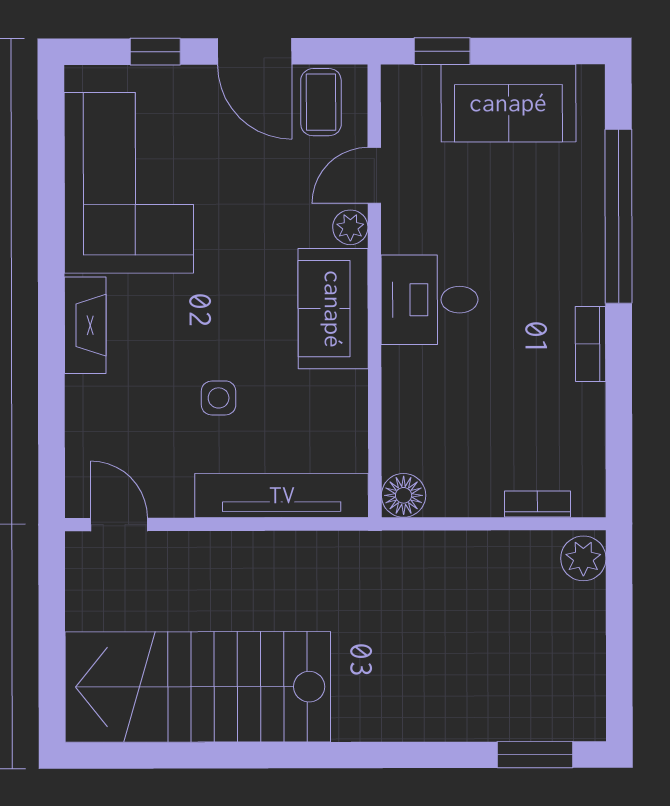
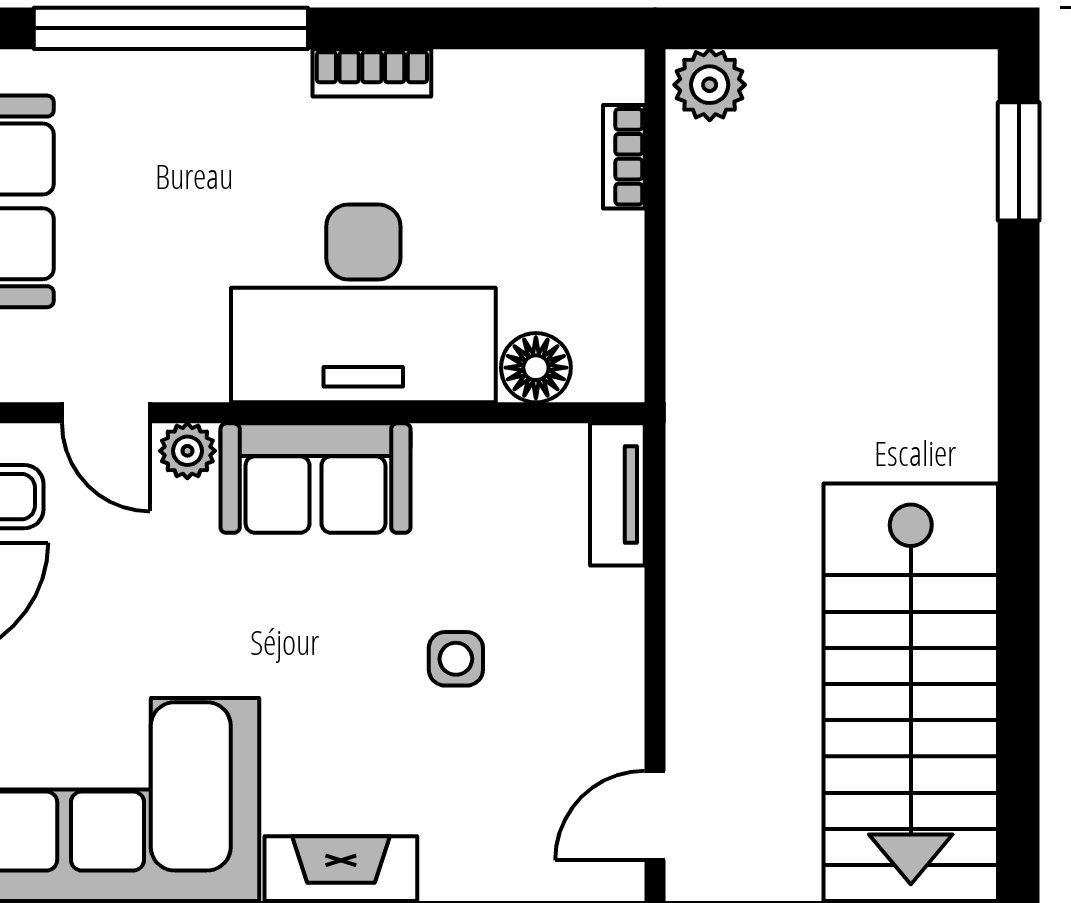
desk: (430, 300) -> (363, 303), width x1.87, depth x1.30
tv unit: (282, 495) -> (617, 494), width x0.52, depth x0.78
floor lamp: (404, 495) -> (536, 368), moved

